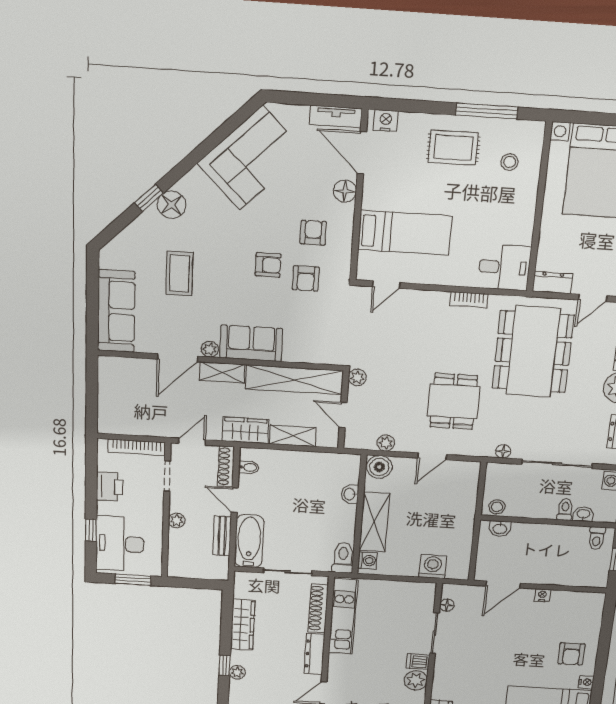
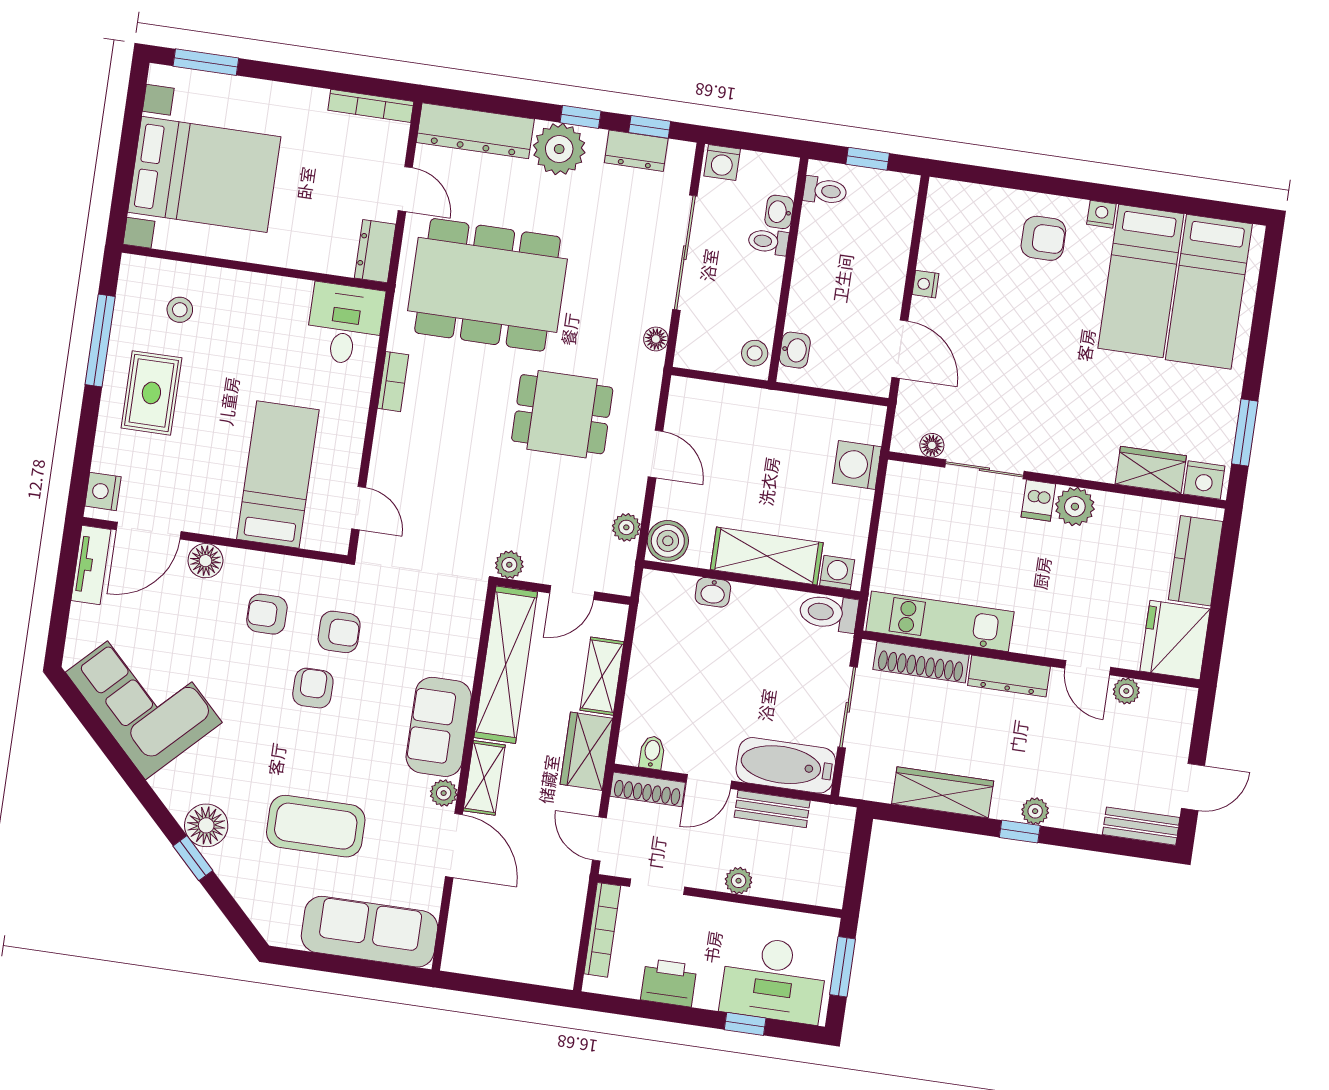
coffee table: (179, 273) -> (316, 826), width x1.36, depth x1.32

